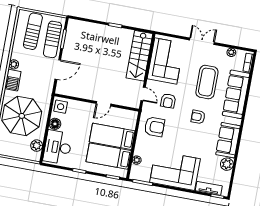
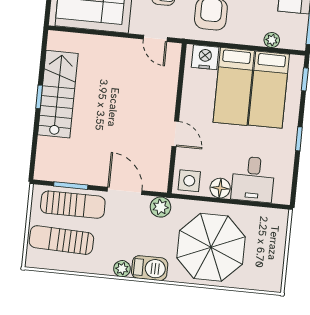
stairs: (139, 56) -> (58, 94), moved, turned -90
door: (143, 94) -> (155, 38), swing flipped
door: (103, 104) -> (175, 134), moved
nightstand: (130, 121) -> (205, 57), added
plant: (37, 146) -> (161, 207), moved
desk: (58, 147) -> (253, 179), width x0.73

